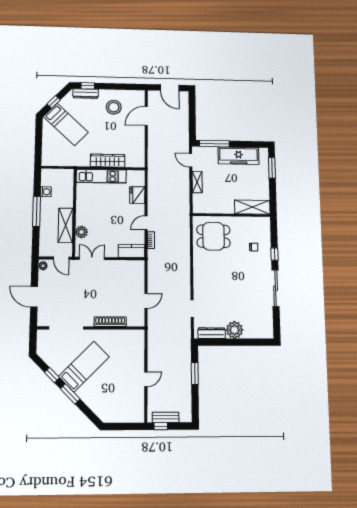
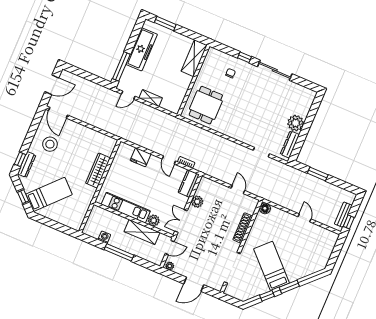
door: (146, 116) -> (58, 113), moved
kitchen unit: (101, 176) -> (126, 208), moved, turned -90
plant: (117, 266) -> (197, 202), added
floor lamp: (139, 335) -> (265, 208), added

